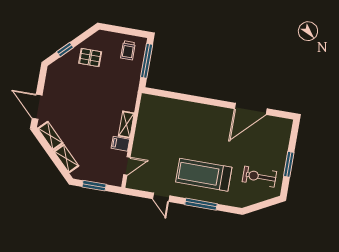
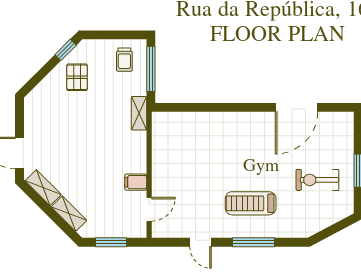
window: (65, 50) -> (66, 50), moved
pallet: (90, 57) -> (77, 77), turned 90
shelving: (126, 124) -> (139, 113), moved
treadmill: (204, 175) -> (251, 203), width x0.73, depth x0.73
exercise bike: (259, 177) -> (317, 180), moved

